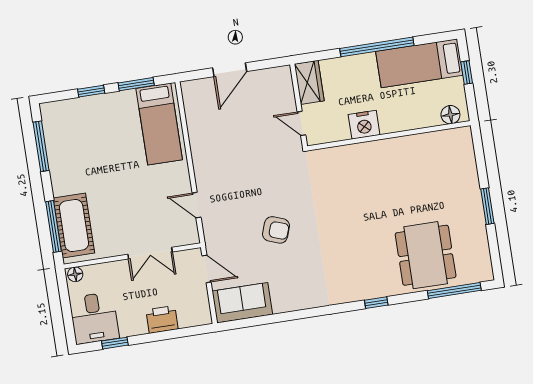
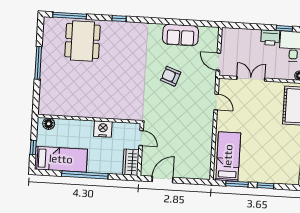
door: (230, 70) -> (163, 180), moved
window: (487, 206) -> (38, 63), width x1.44
sofa: (242, 303) -> (181, 35), moved
printer: (162, 319) -> (270, 38), moved

